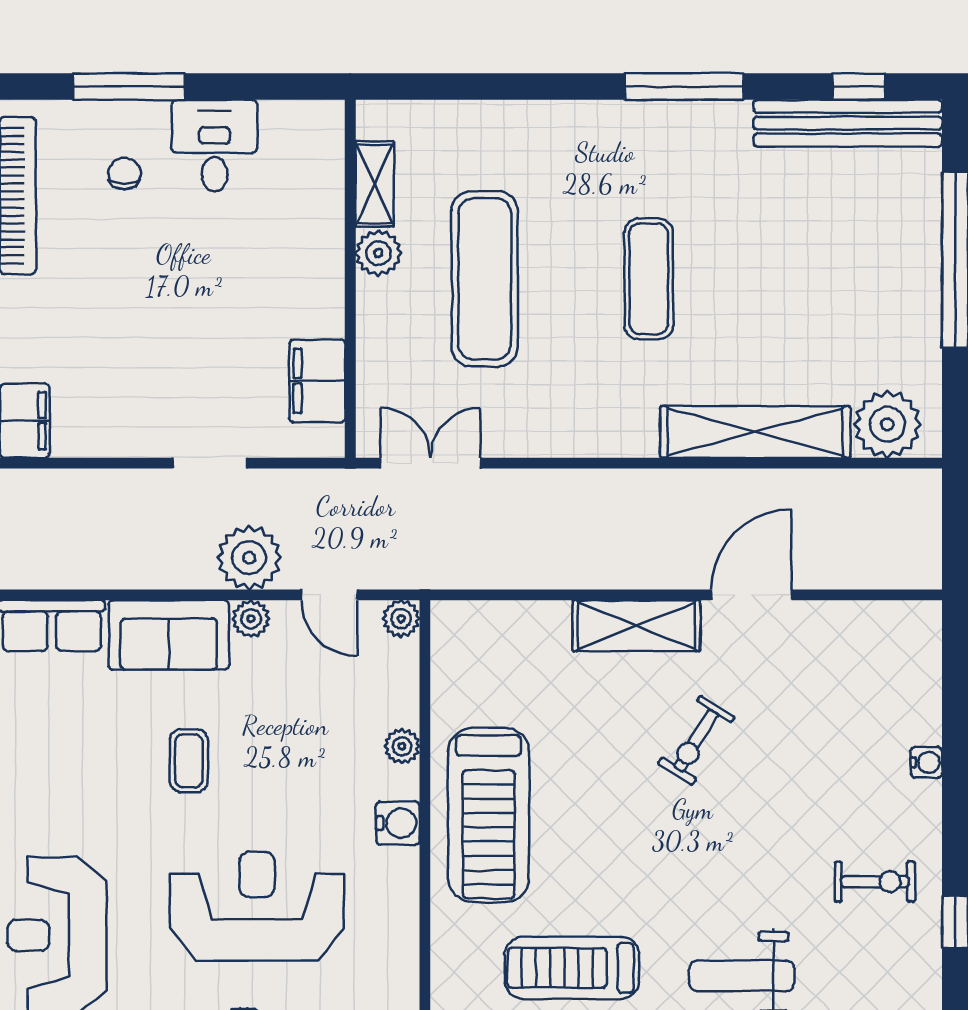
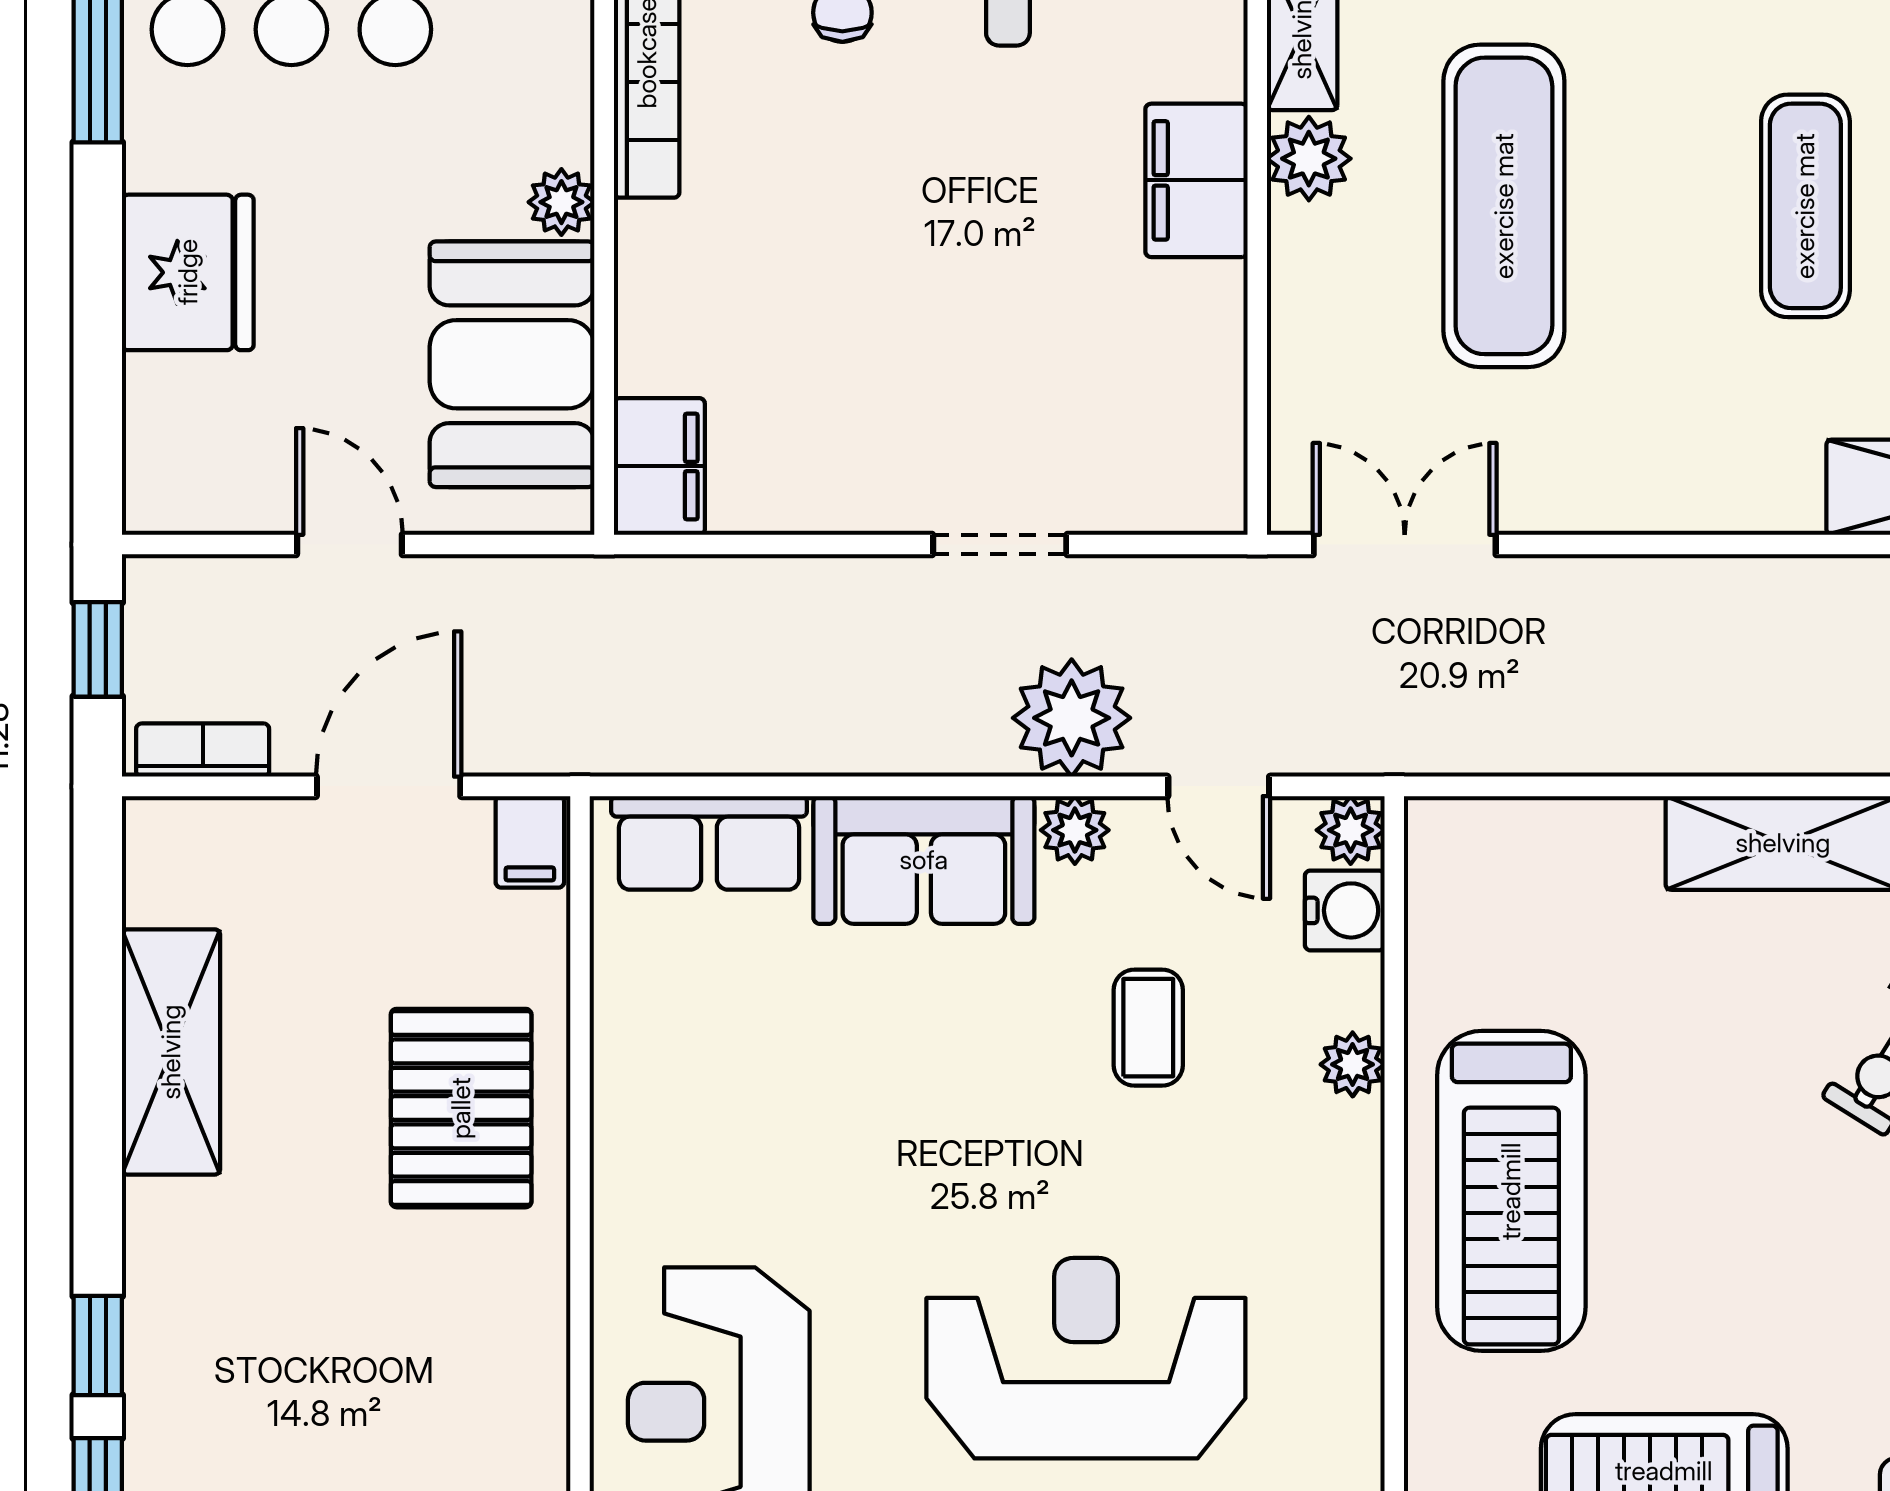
filing cabinet: (317, 381) -> (1196, 180), moved
coffee table: (189, 761) -> (1148, 1028), moved
water cooler: (398, 823) -> (1345, 910), moved

